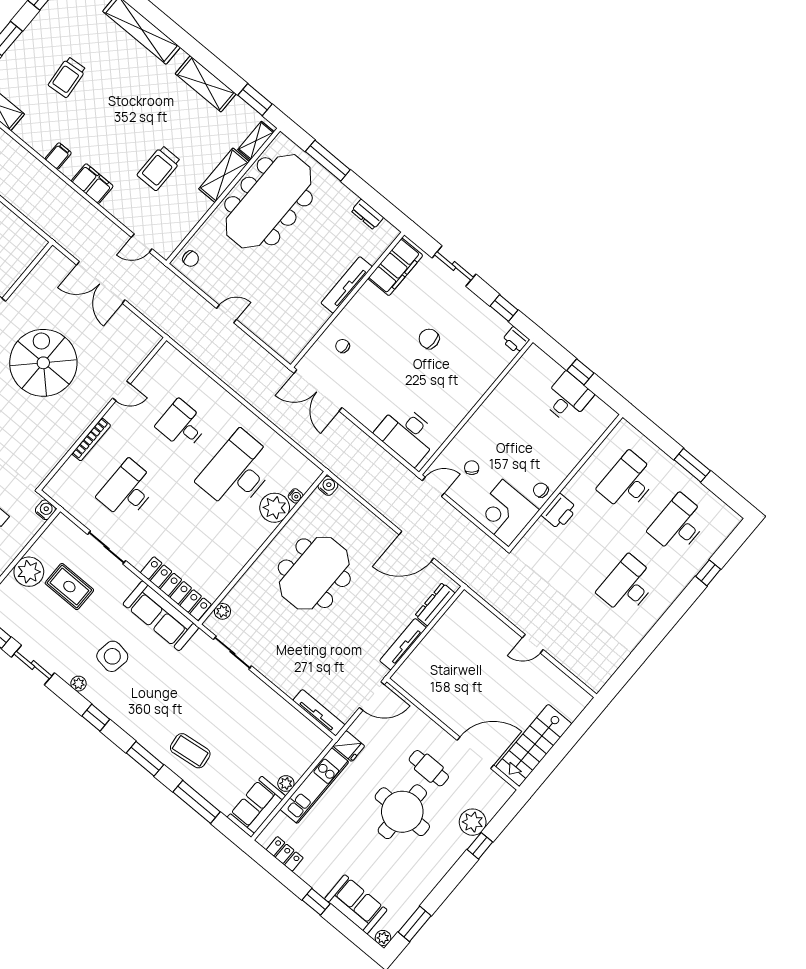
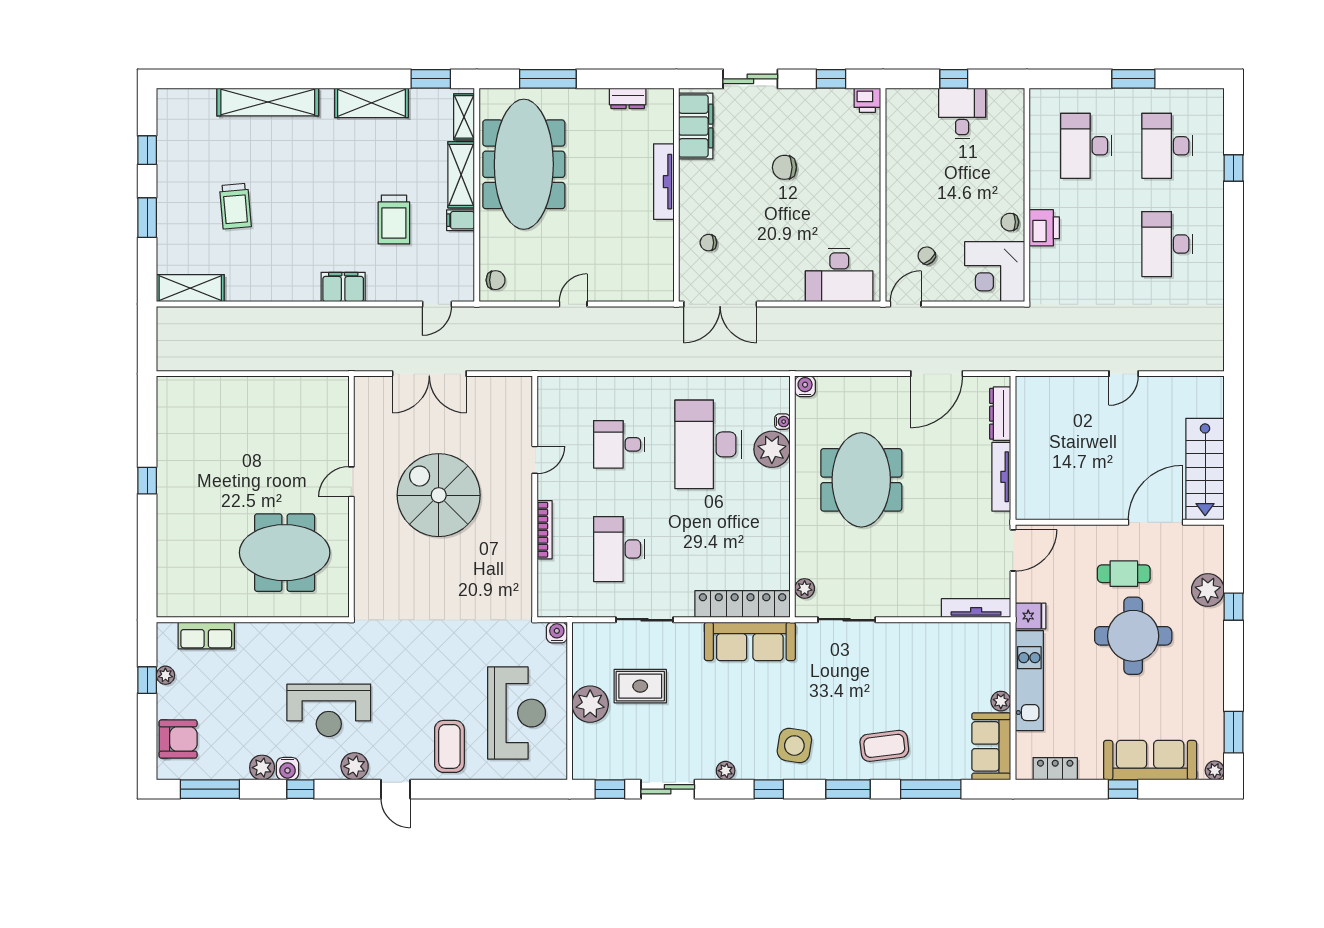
filing cabinet: (58, 156) -> (461, 220), moved, turned -90
side table: (112, 656) -> (794, 746), moved
sofa: (356, 904) -> (1150, 760), width x1.36

